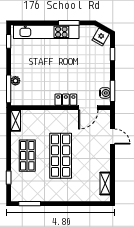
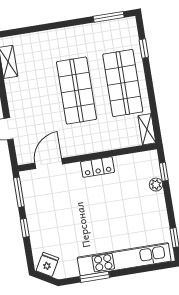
window: (113, 54) -> (25, 228), moved
window: (9, 89) -> (164, 172), width x0.46
water cooler: (105, 93) -> (29, 188), removed
locker: (66, 100) -> (97, 167), moved
shop shelf: (27, 156) -> (123, 83), width x1.43, depth x1.36

